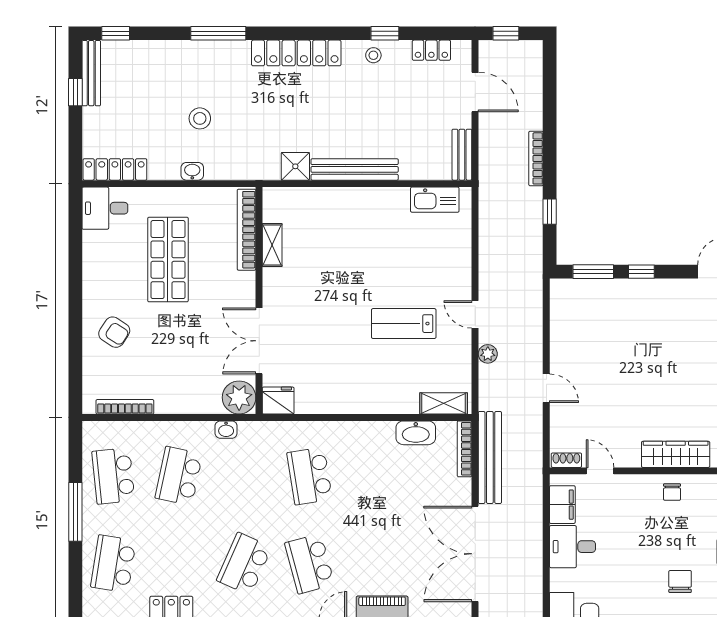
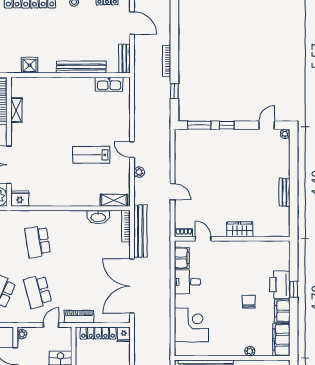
bench: (355, 169) -> (81, 67), moved
wardrobe: (676, 454) -> (240, 229), width x0.67
chair: (672, 492) -> (244, 251), removed

